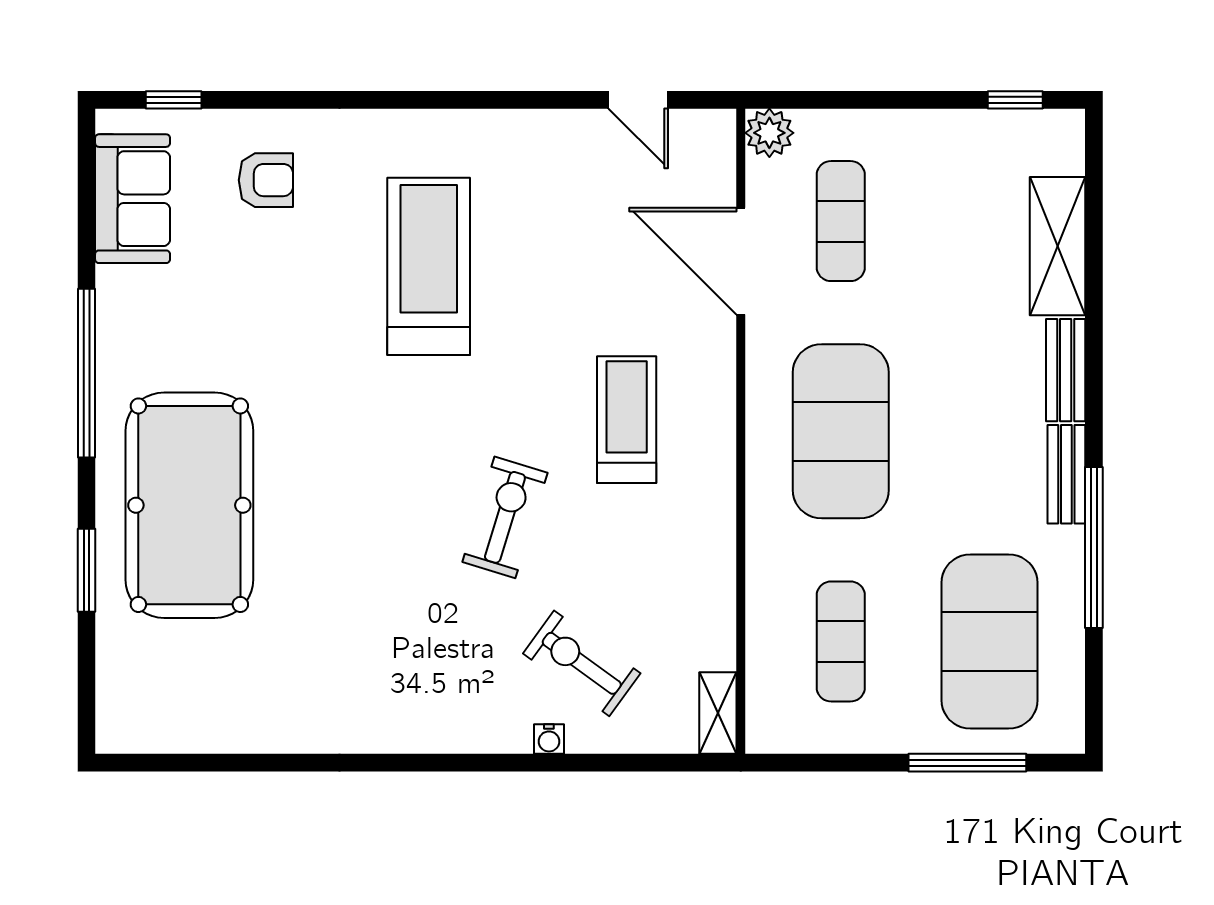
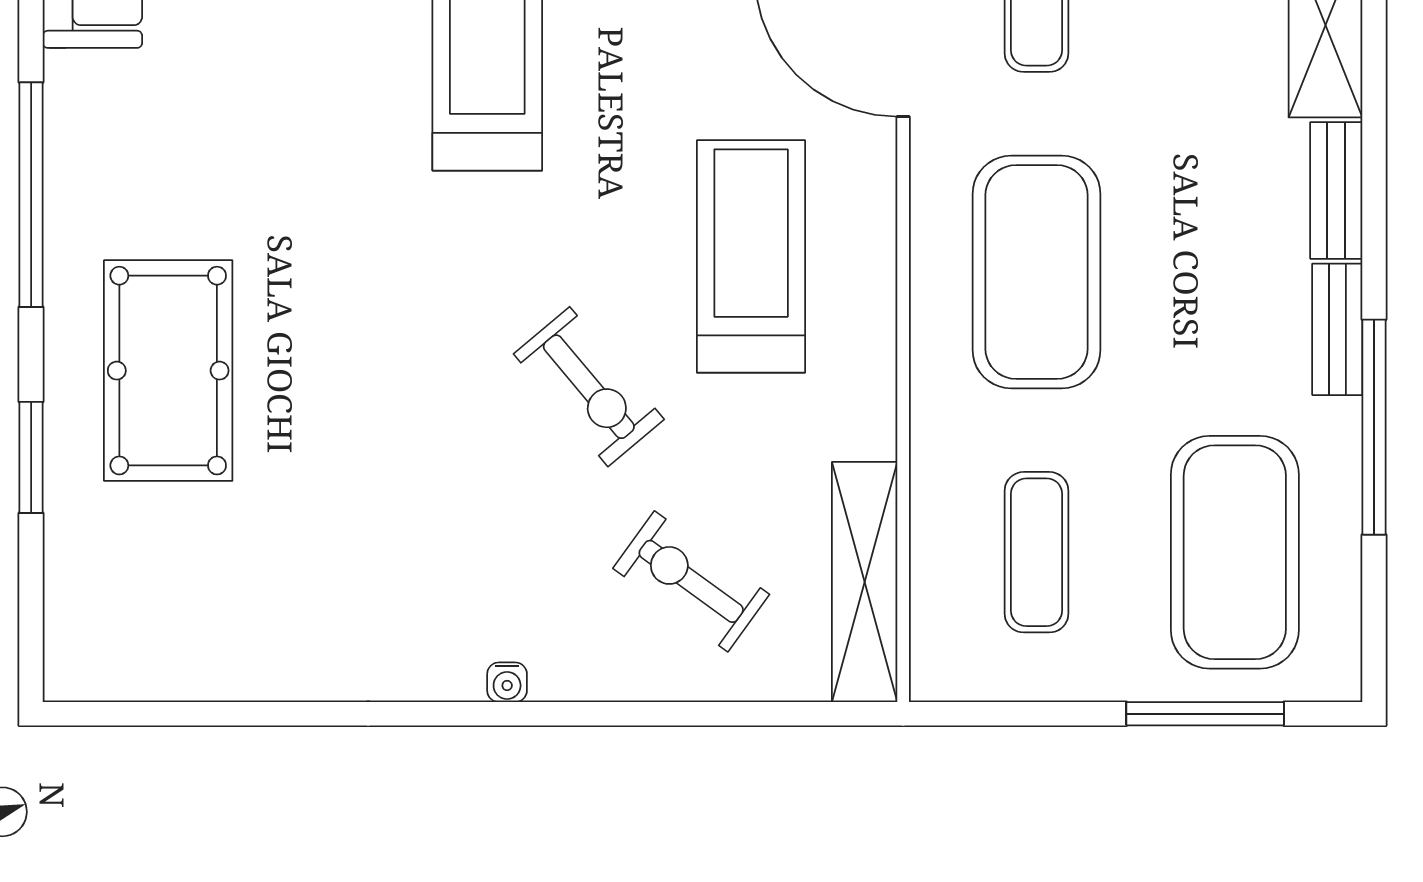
treadmill: (627, 420) -> (751, 256), width x1.37, depth x1.38
pool table: (189, 505) -> (168, 371), width x0.73, depth x0.76
exercise bike: (505, 517) -> (589, 387), turned 123
shelving: (718, 713) -> (865, 582), width x2.20, depth x1.33
water cooler: (549, 739) -> (507, 682), moved

